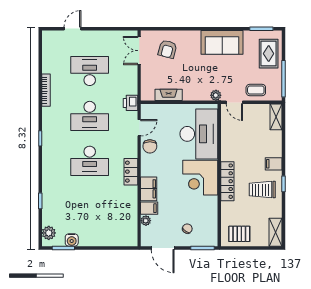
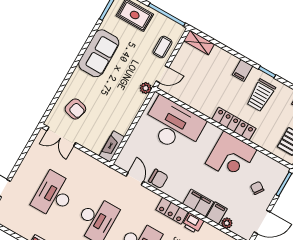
fireplace: (169, 95) -> (112, 147), moved
printer: (130, 103) -> (193, 223), moved
corner desk: (200, 178) -> (231, 157), moved

